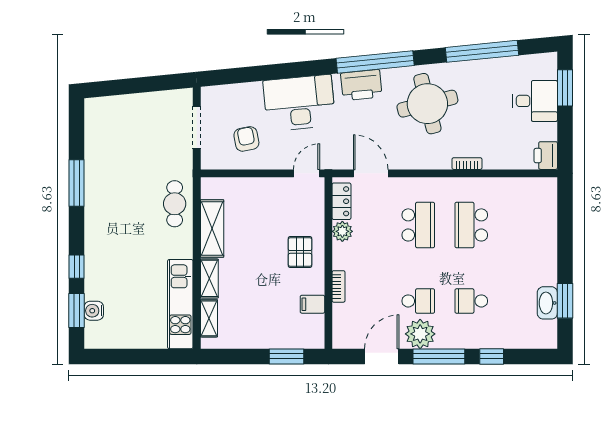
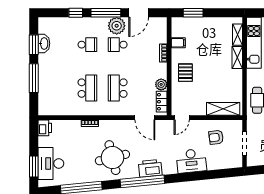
desk: (535, 101) -> (51, 163), width x1.37
desk: (299, 103) -> (191, 161), width x0.73, depth x0.77
armchair: (246, 139) -> (216, 137), turned 94
shelving: (212, 228) -> (223, 109), moved, turned 90
window: (565, 242) -> (34, 78), added

